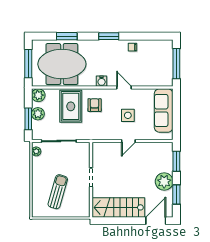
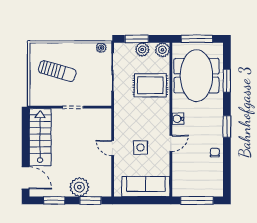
armchair: (95, 105) -> (152, 111), removed
plant: (164, 182) -> (79, 187), moved

